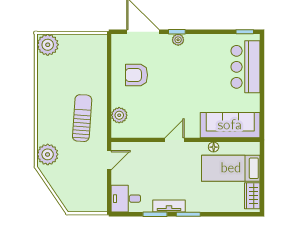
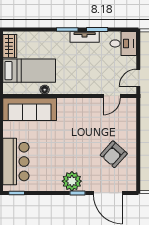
plant: (178, 40) -> (72, 181), width x1.88, depth x1.88
armchair: (136, 75) -> (114, 154), turned 132
plant: (119, 115) -> (129, 118), removed
door: (174, 140) -> (112, 96), moved

